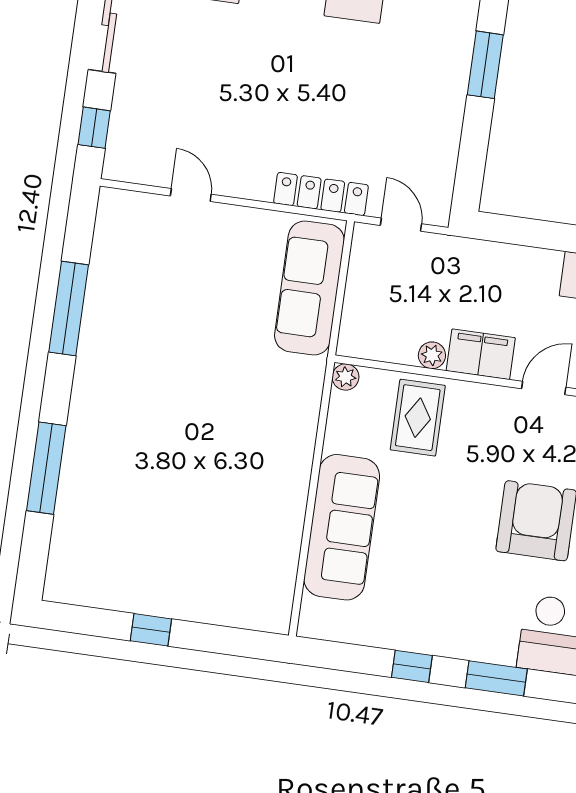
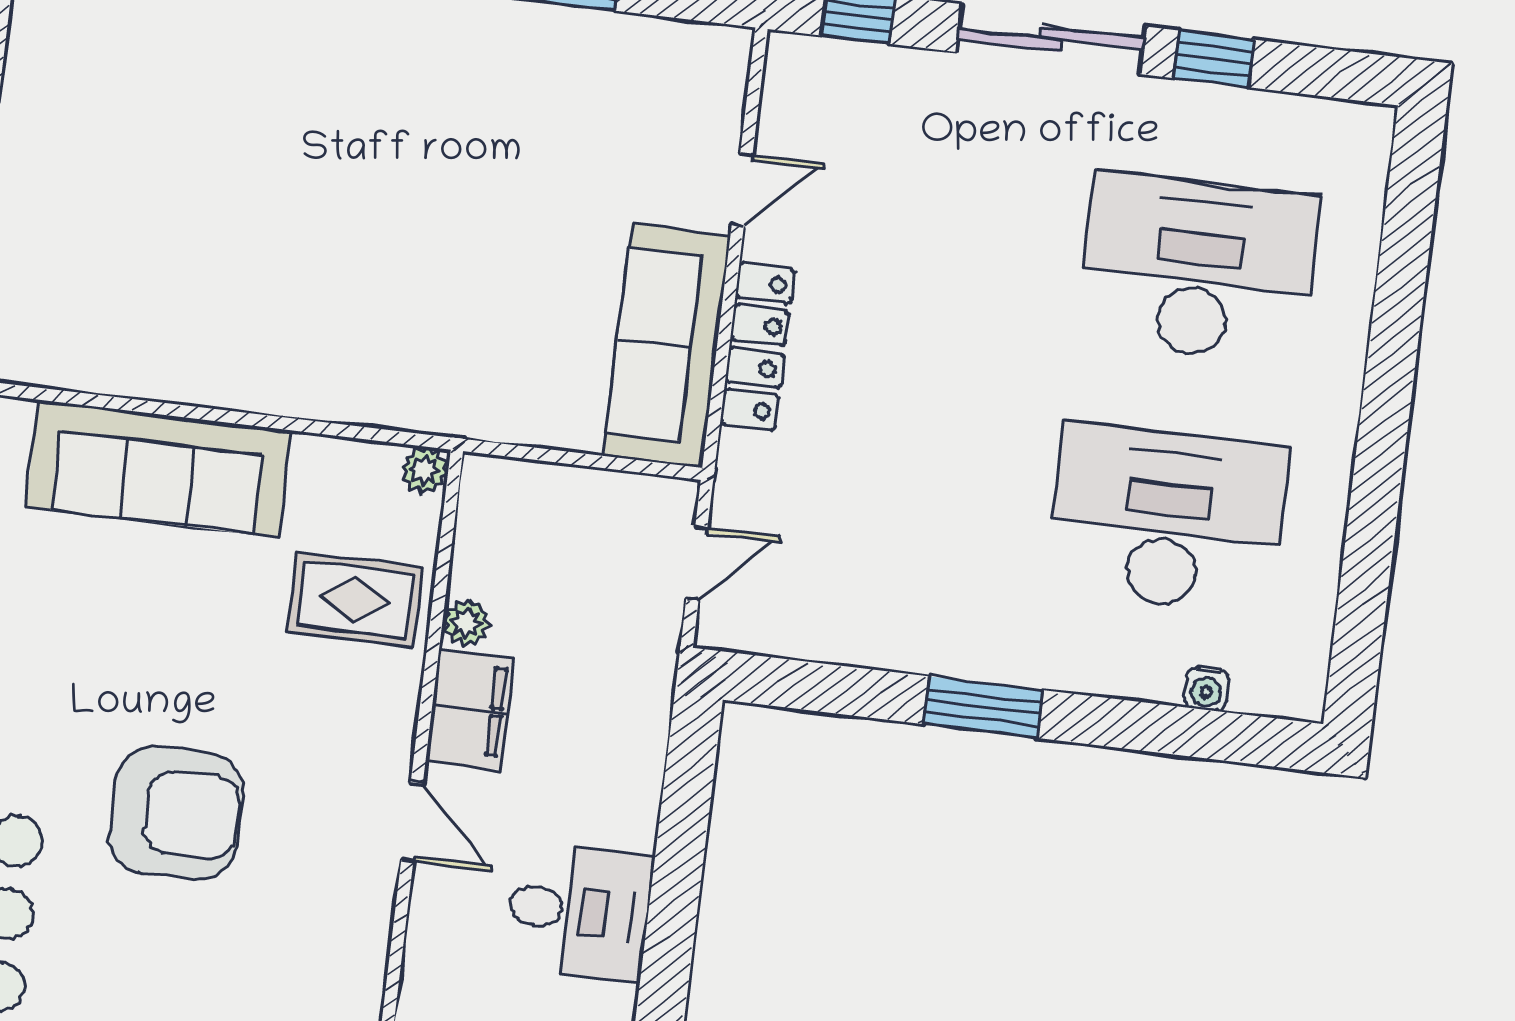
locker: (321, 194) -> (757, 346), moved
sofa: (309, 288) -> (667, 346), moved, turned -90

